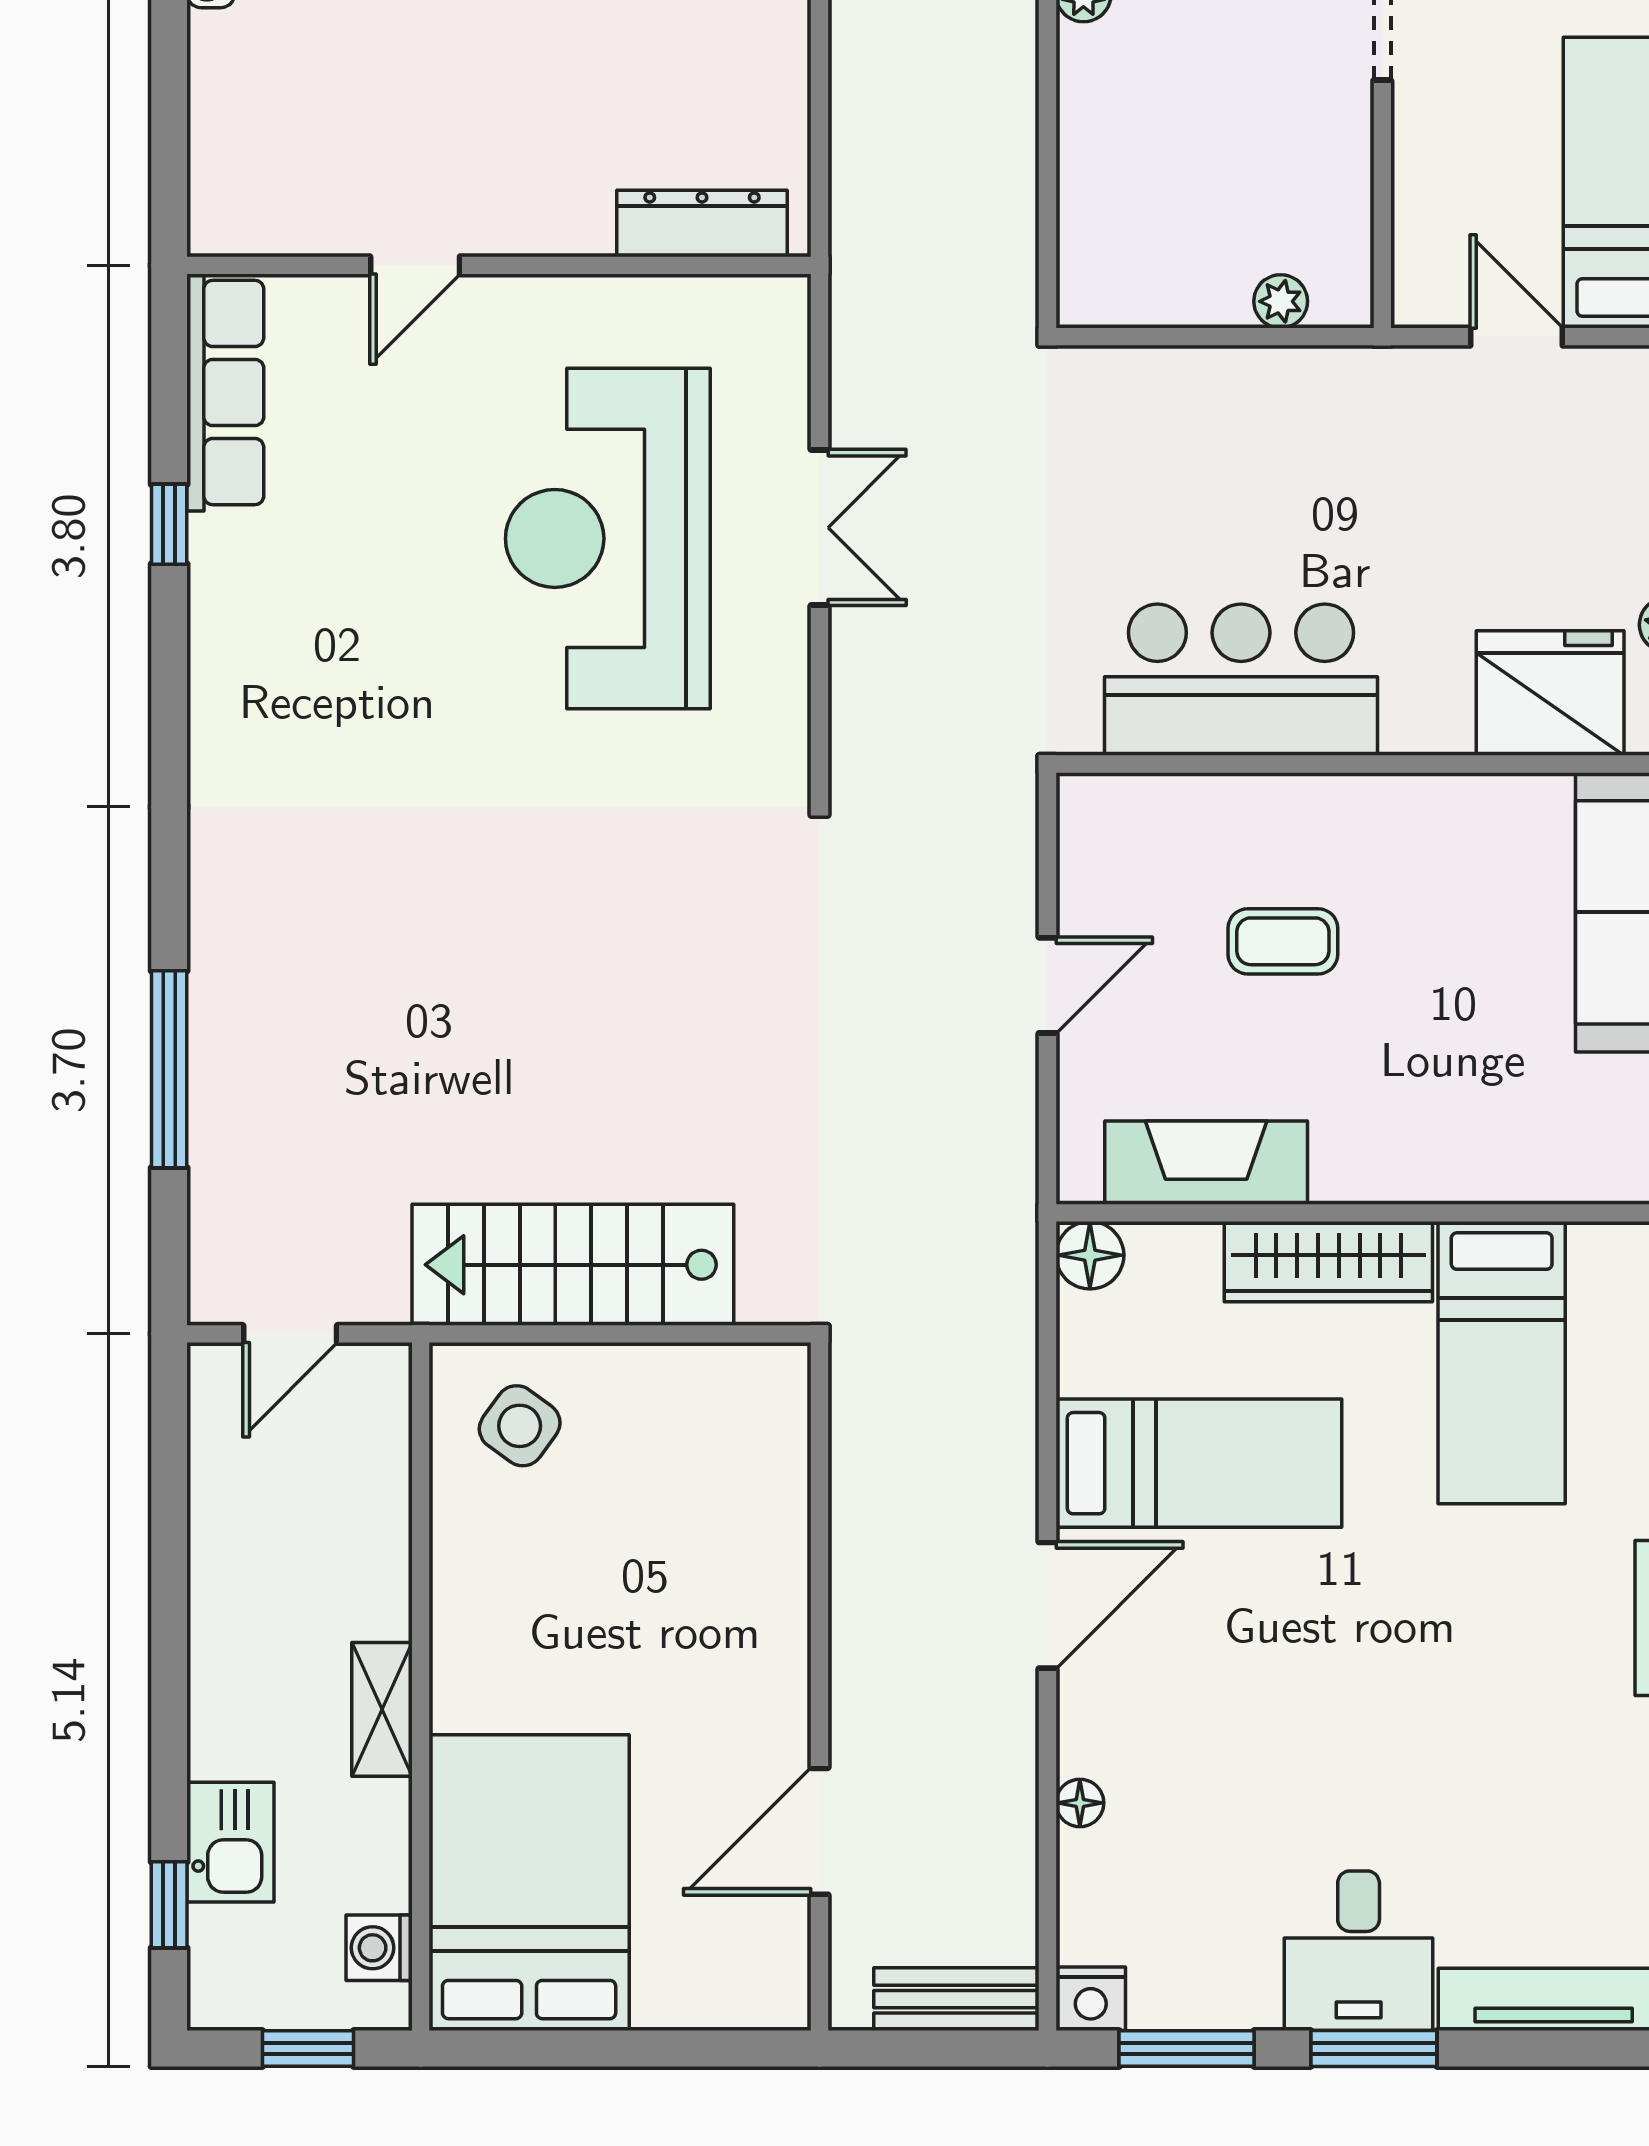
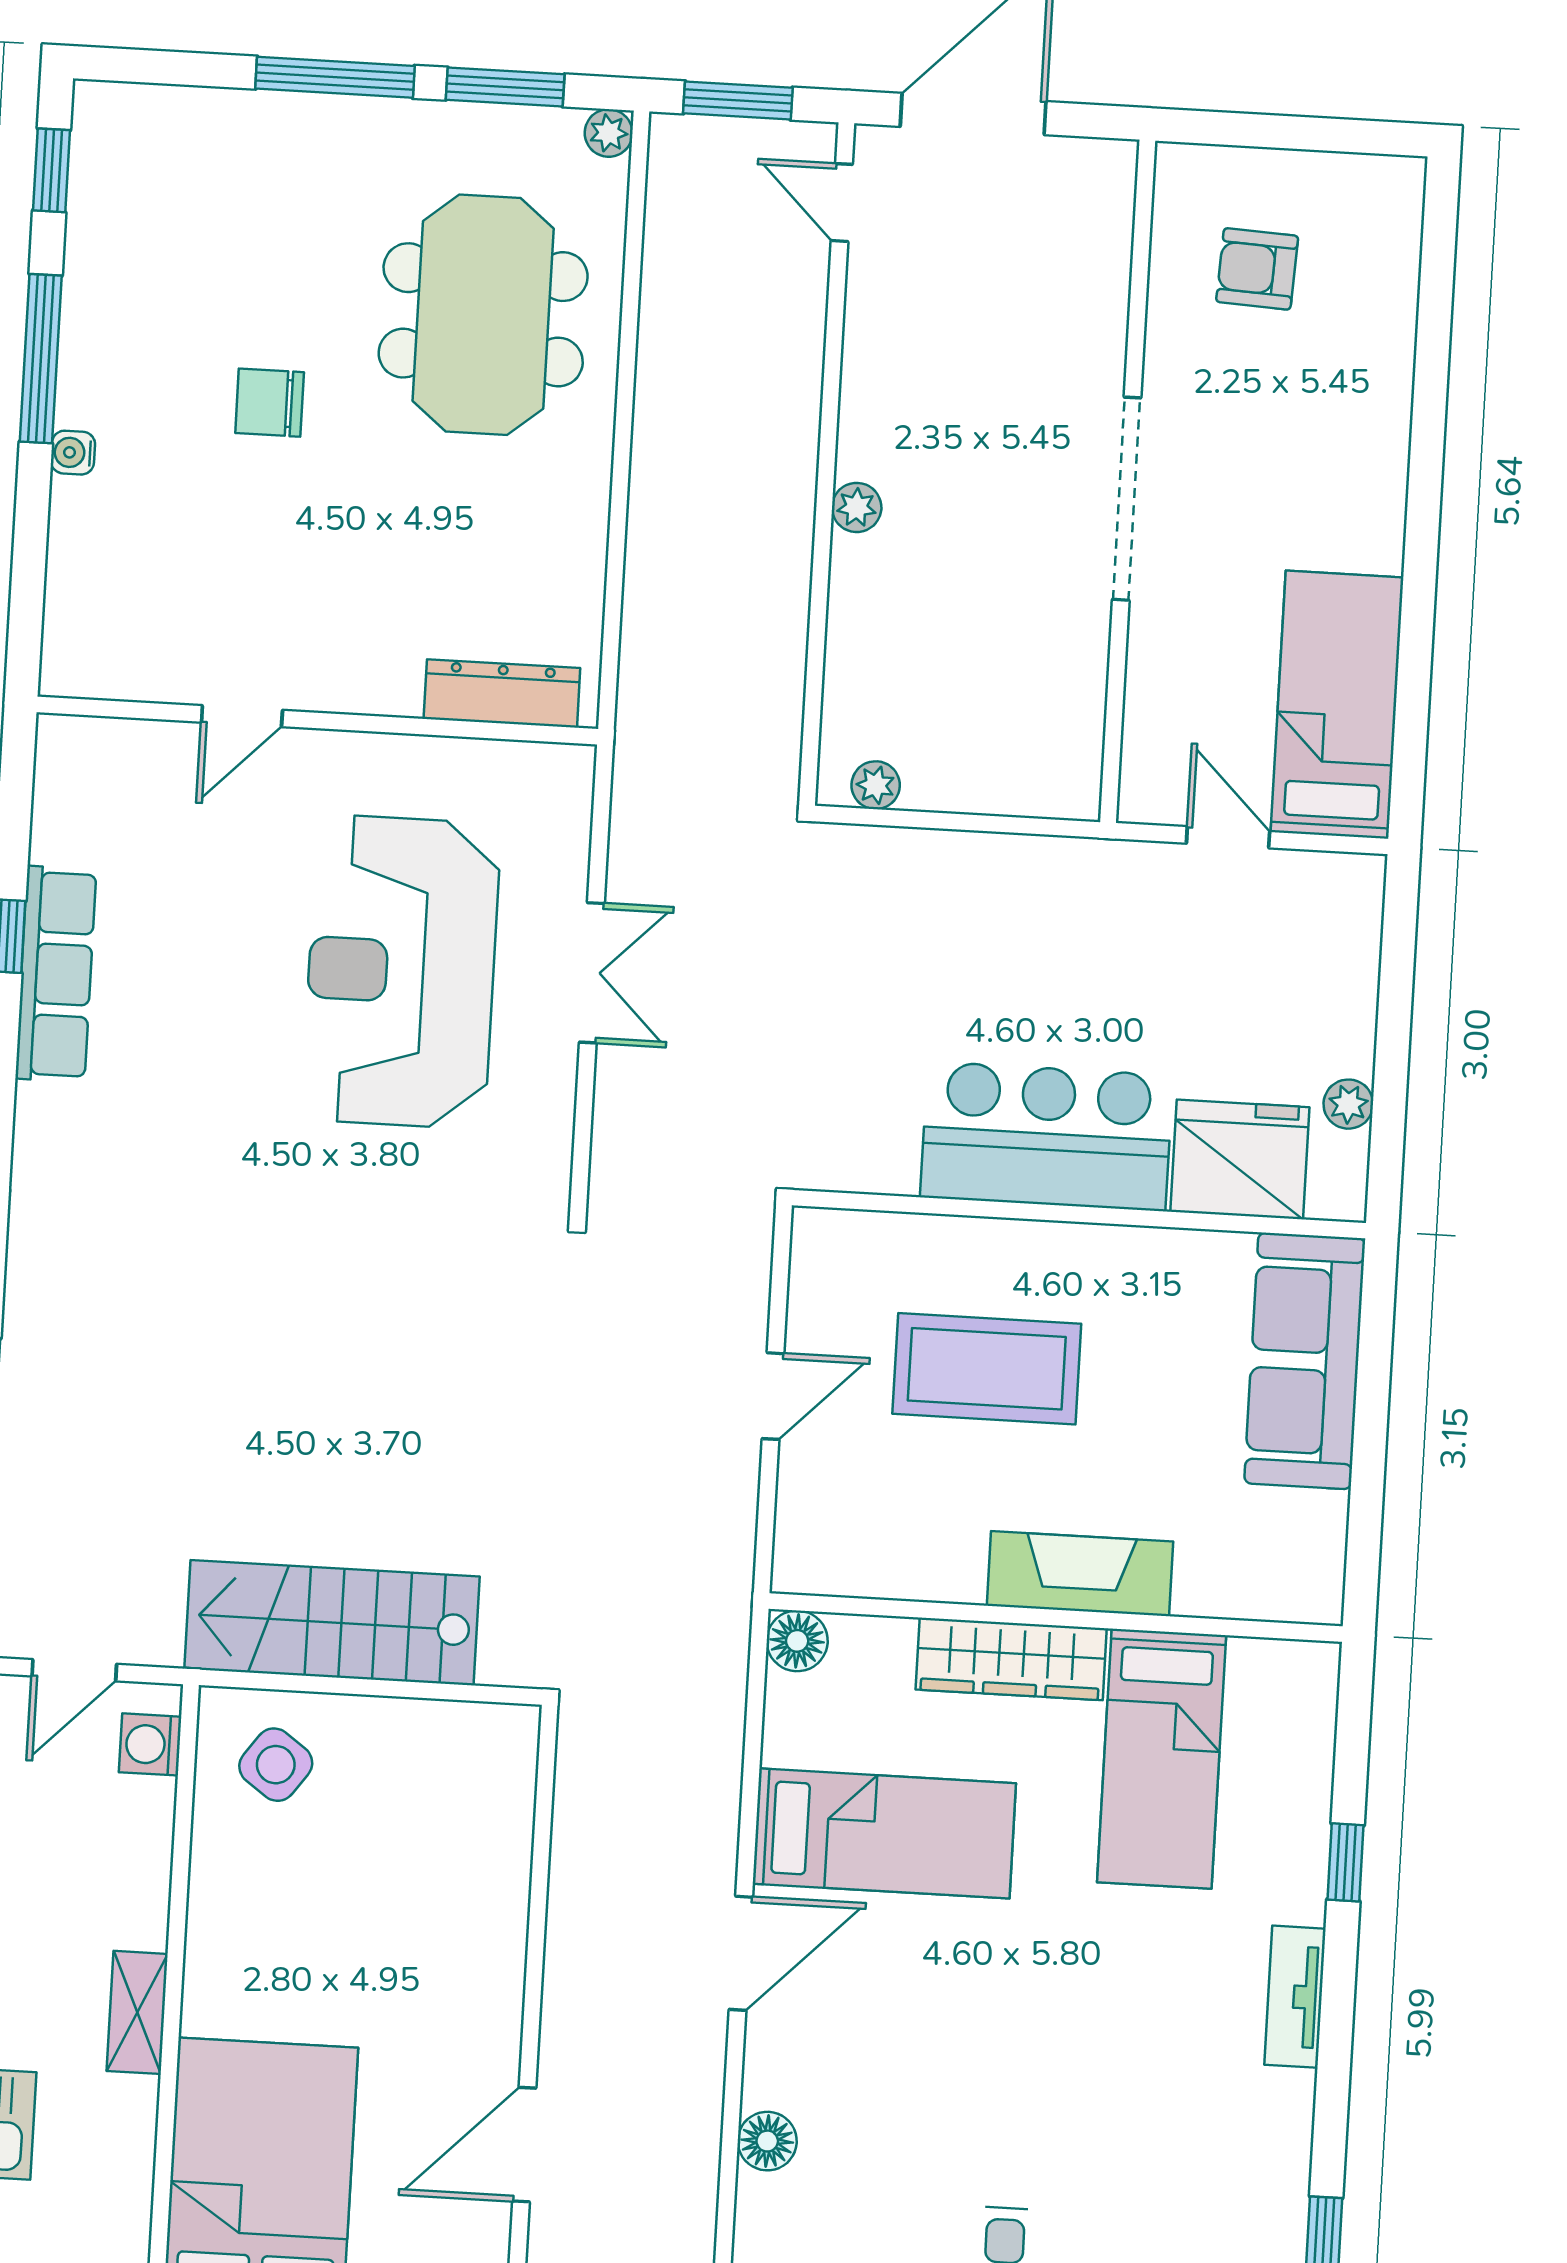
plant: (1281, 301) -> (876, 785), moved
row of seats: (225, 392) -> (56, 974), moved
bar counter: (1241, 680) -> (1047, 1136), moved
coffee table: (1283, 941) -> (987, 1369), width x1.86, depth x1.72
fireplace: (1206, 1163) -> (1080, 1574), moved
floor lamp: (1080, 1803) -> (767, 2141), width x1.37, depth x1.37
washing machine: (379, 1948) -> (150, 1744), moved

